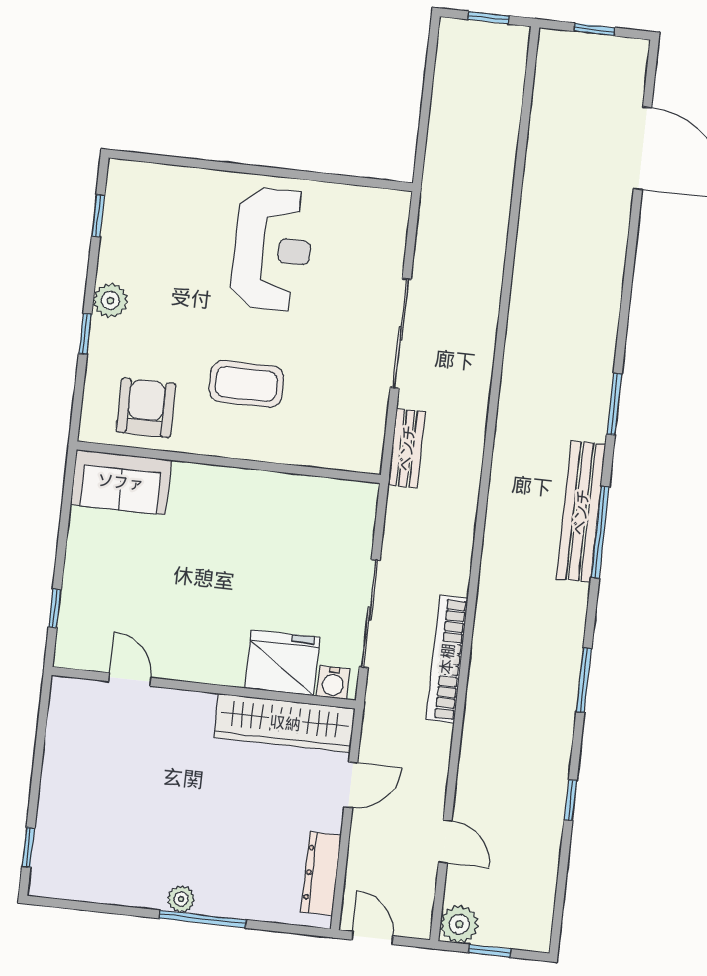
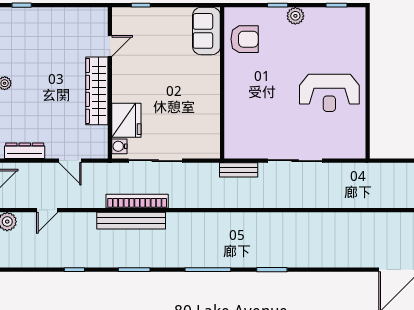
coffee table: (246, 384) -> (262, 87), removed
bench: (581, 512) -> (131, 221), moved
wardrobe: (285, 723) -> (97, 91), moved

